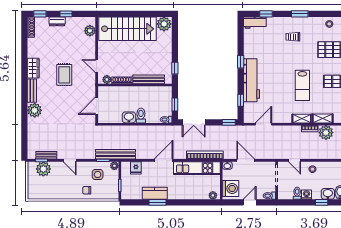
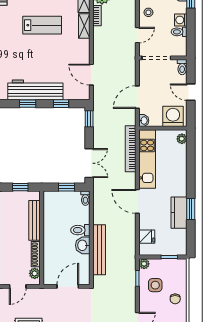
window: (241, 62) -> (28, 104), moved
door: (97, 106) -> (68, 286), swing flipped
bench: (115, 154) -> (99, 250), moved

